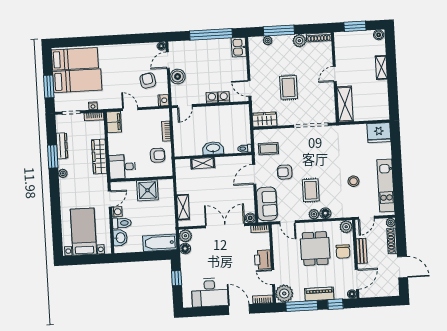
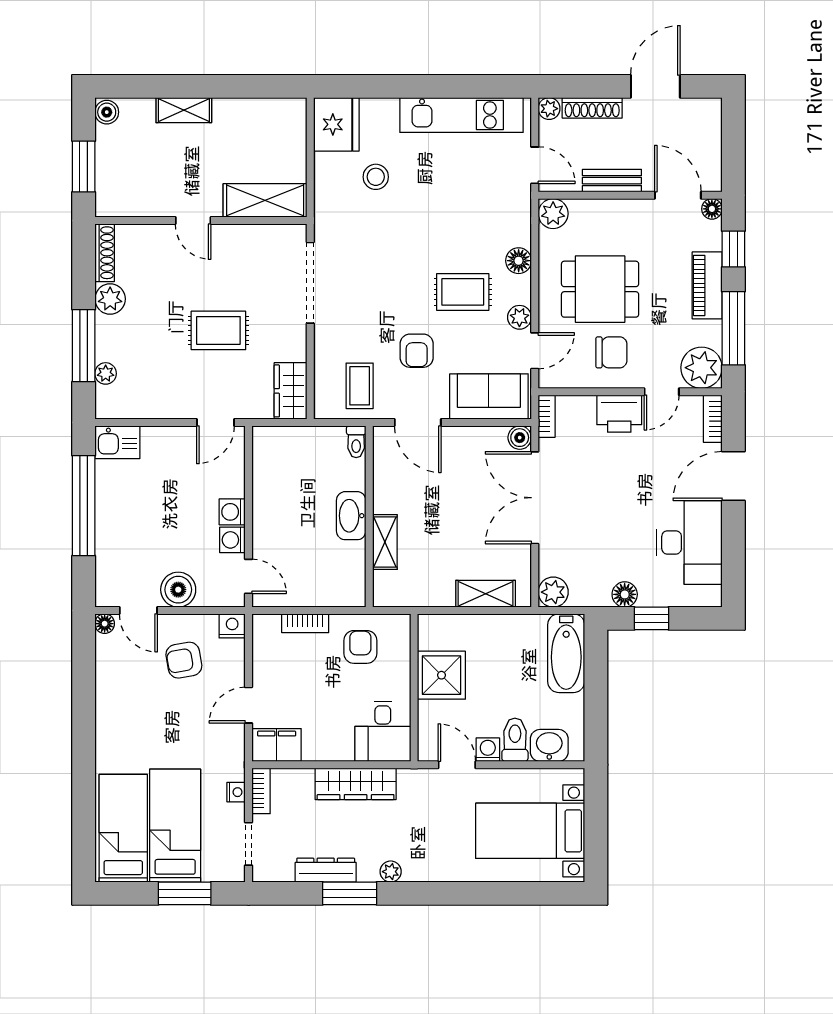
washing machine: (224, 97) -> (232, 540), moved
stool: (353, 181) -> (376, 177), moved
plant: (314, 214) -> (519, 317), moved
floor lamp: (185, 249) -> (625, 594), moved
chair: (343, 251) -> (611, 352), moved

